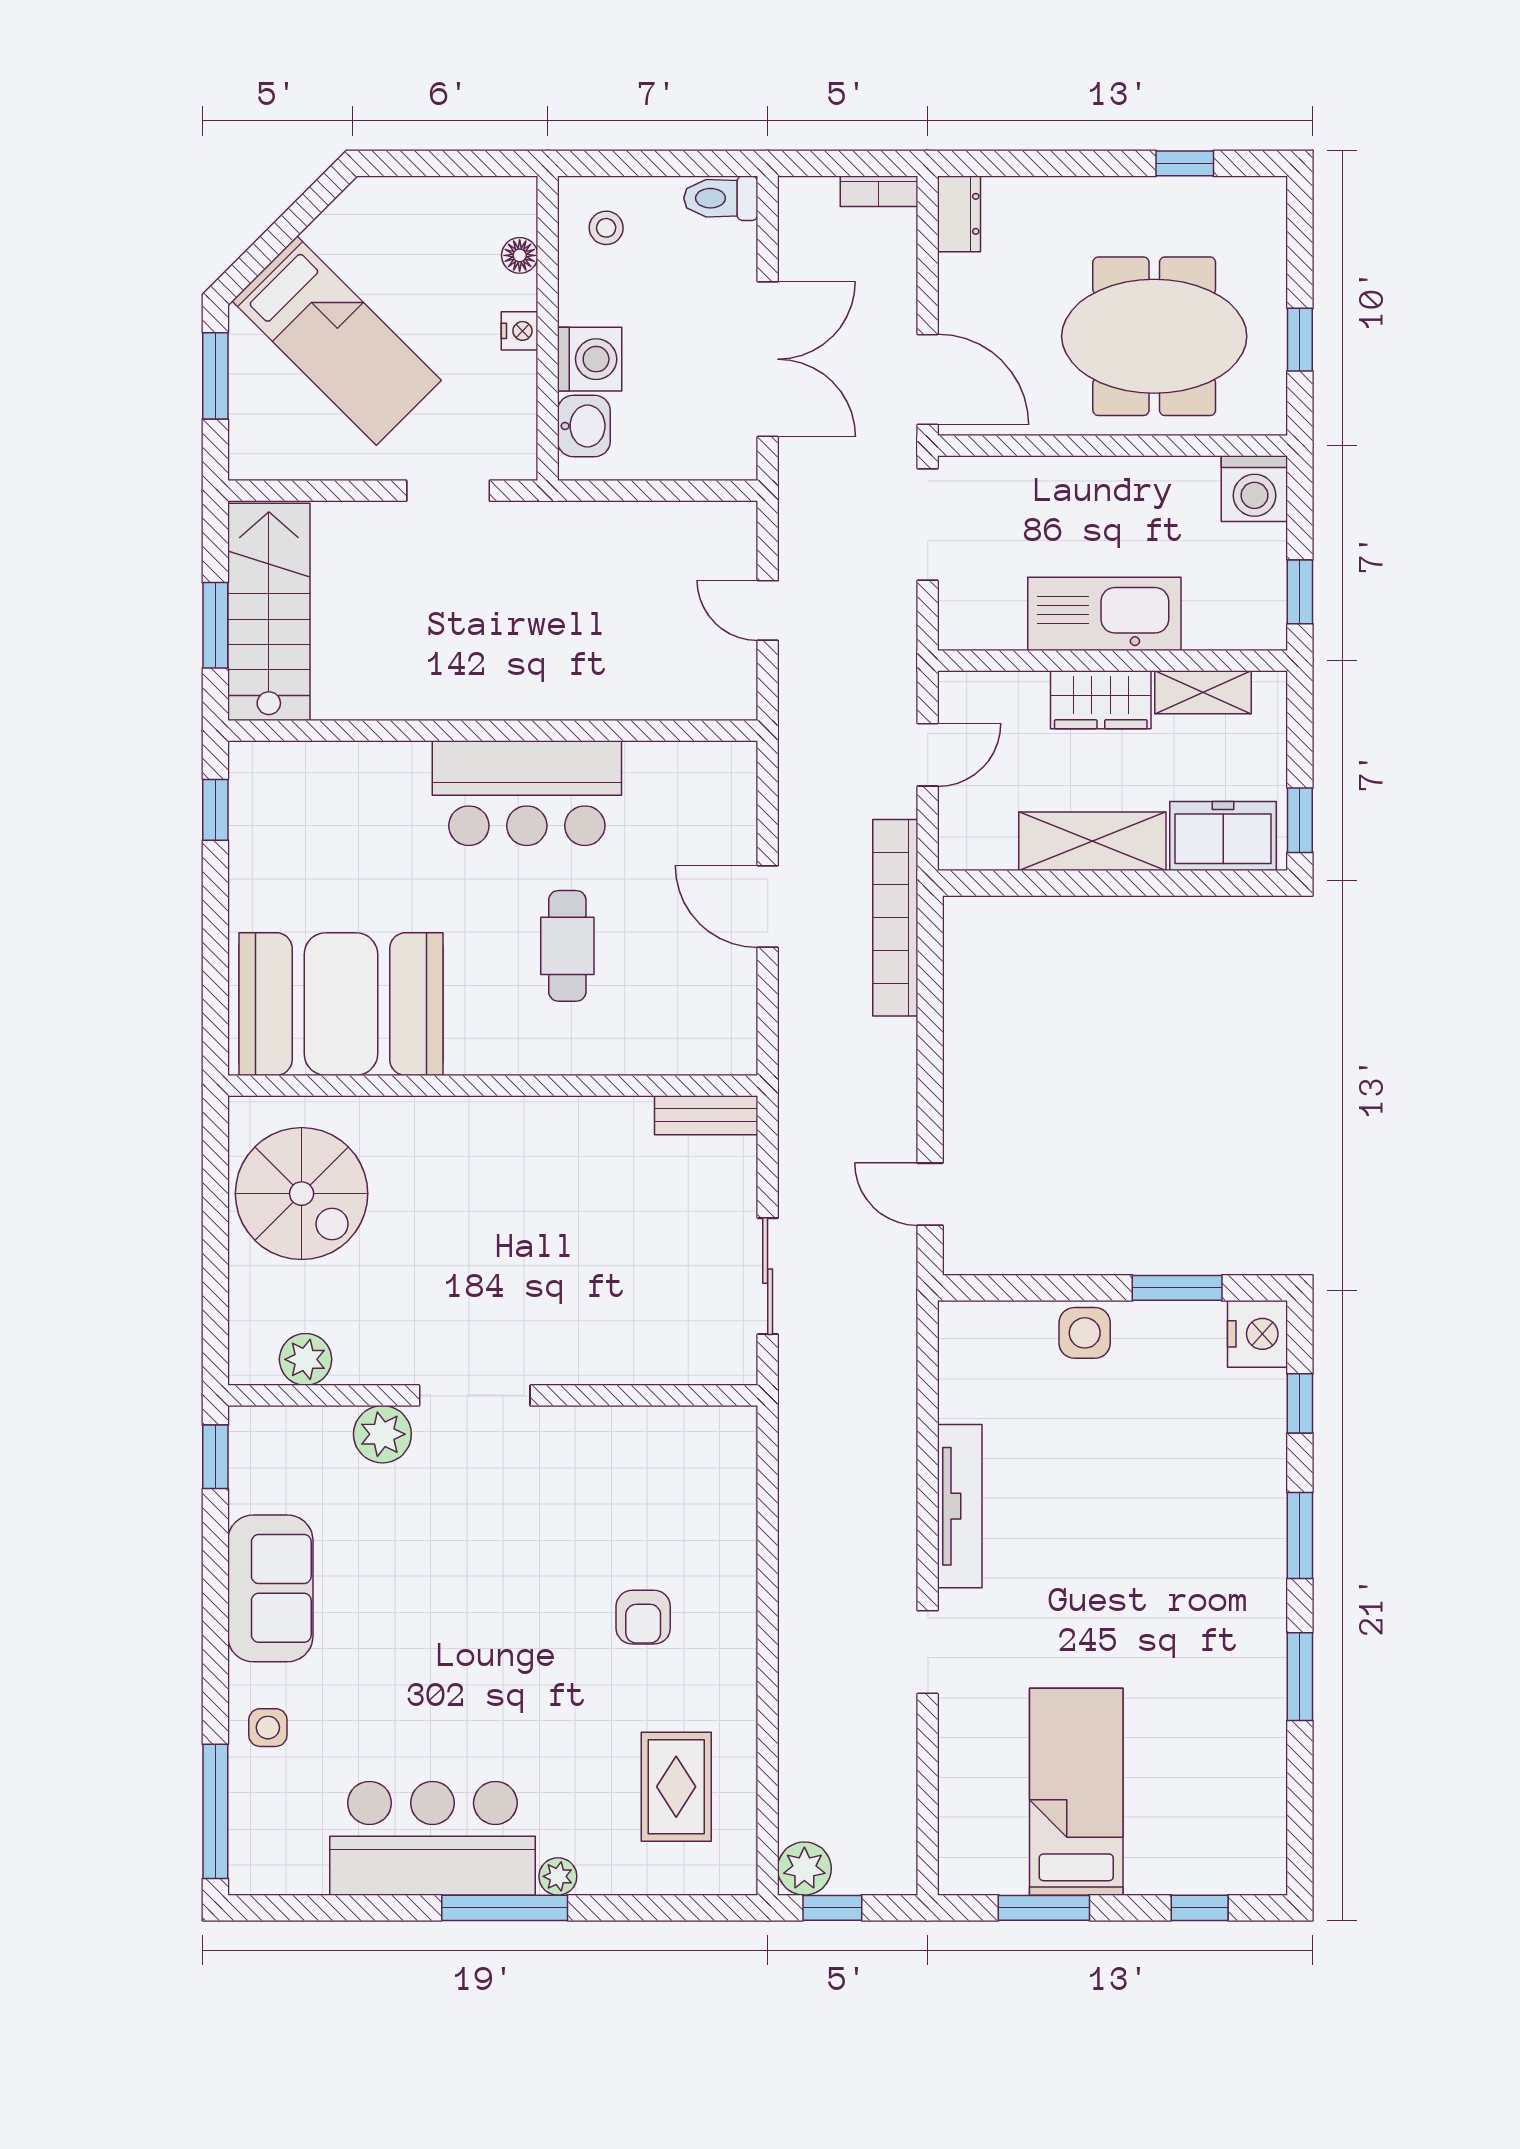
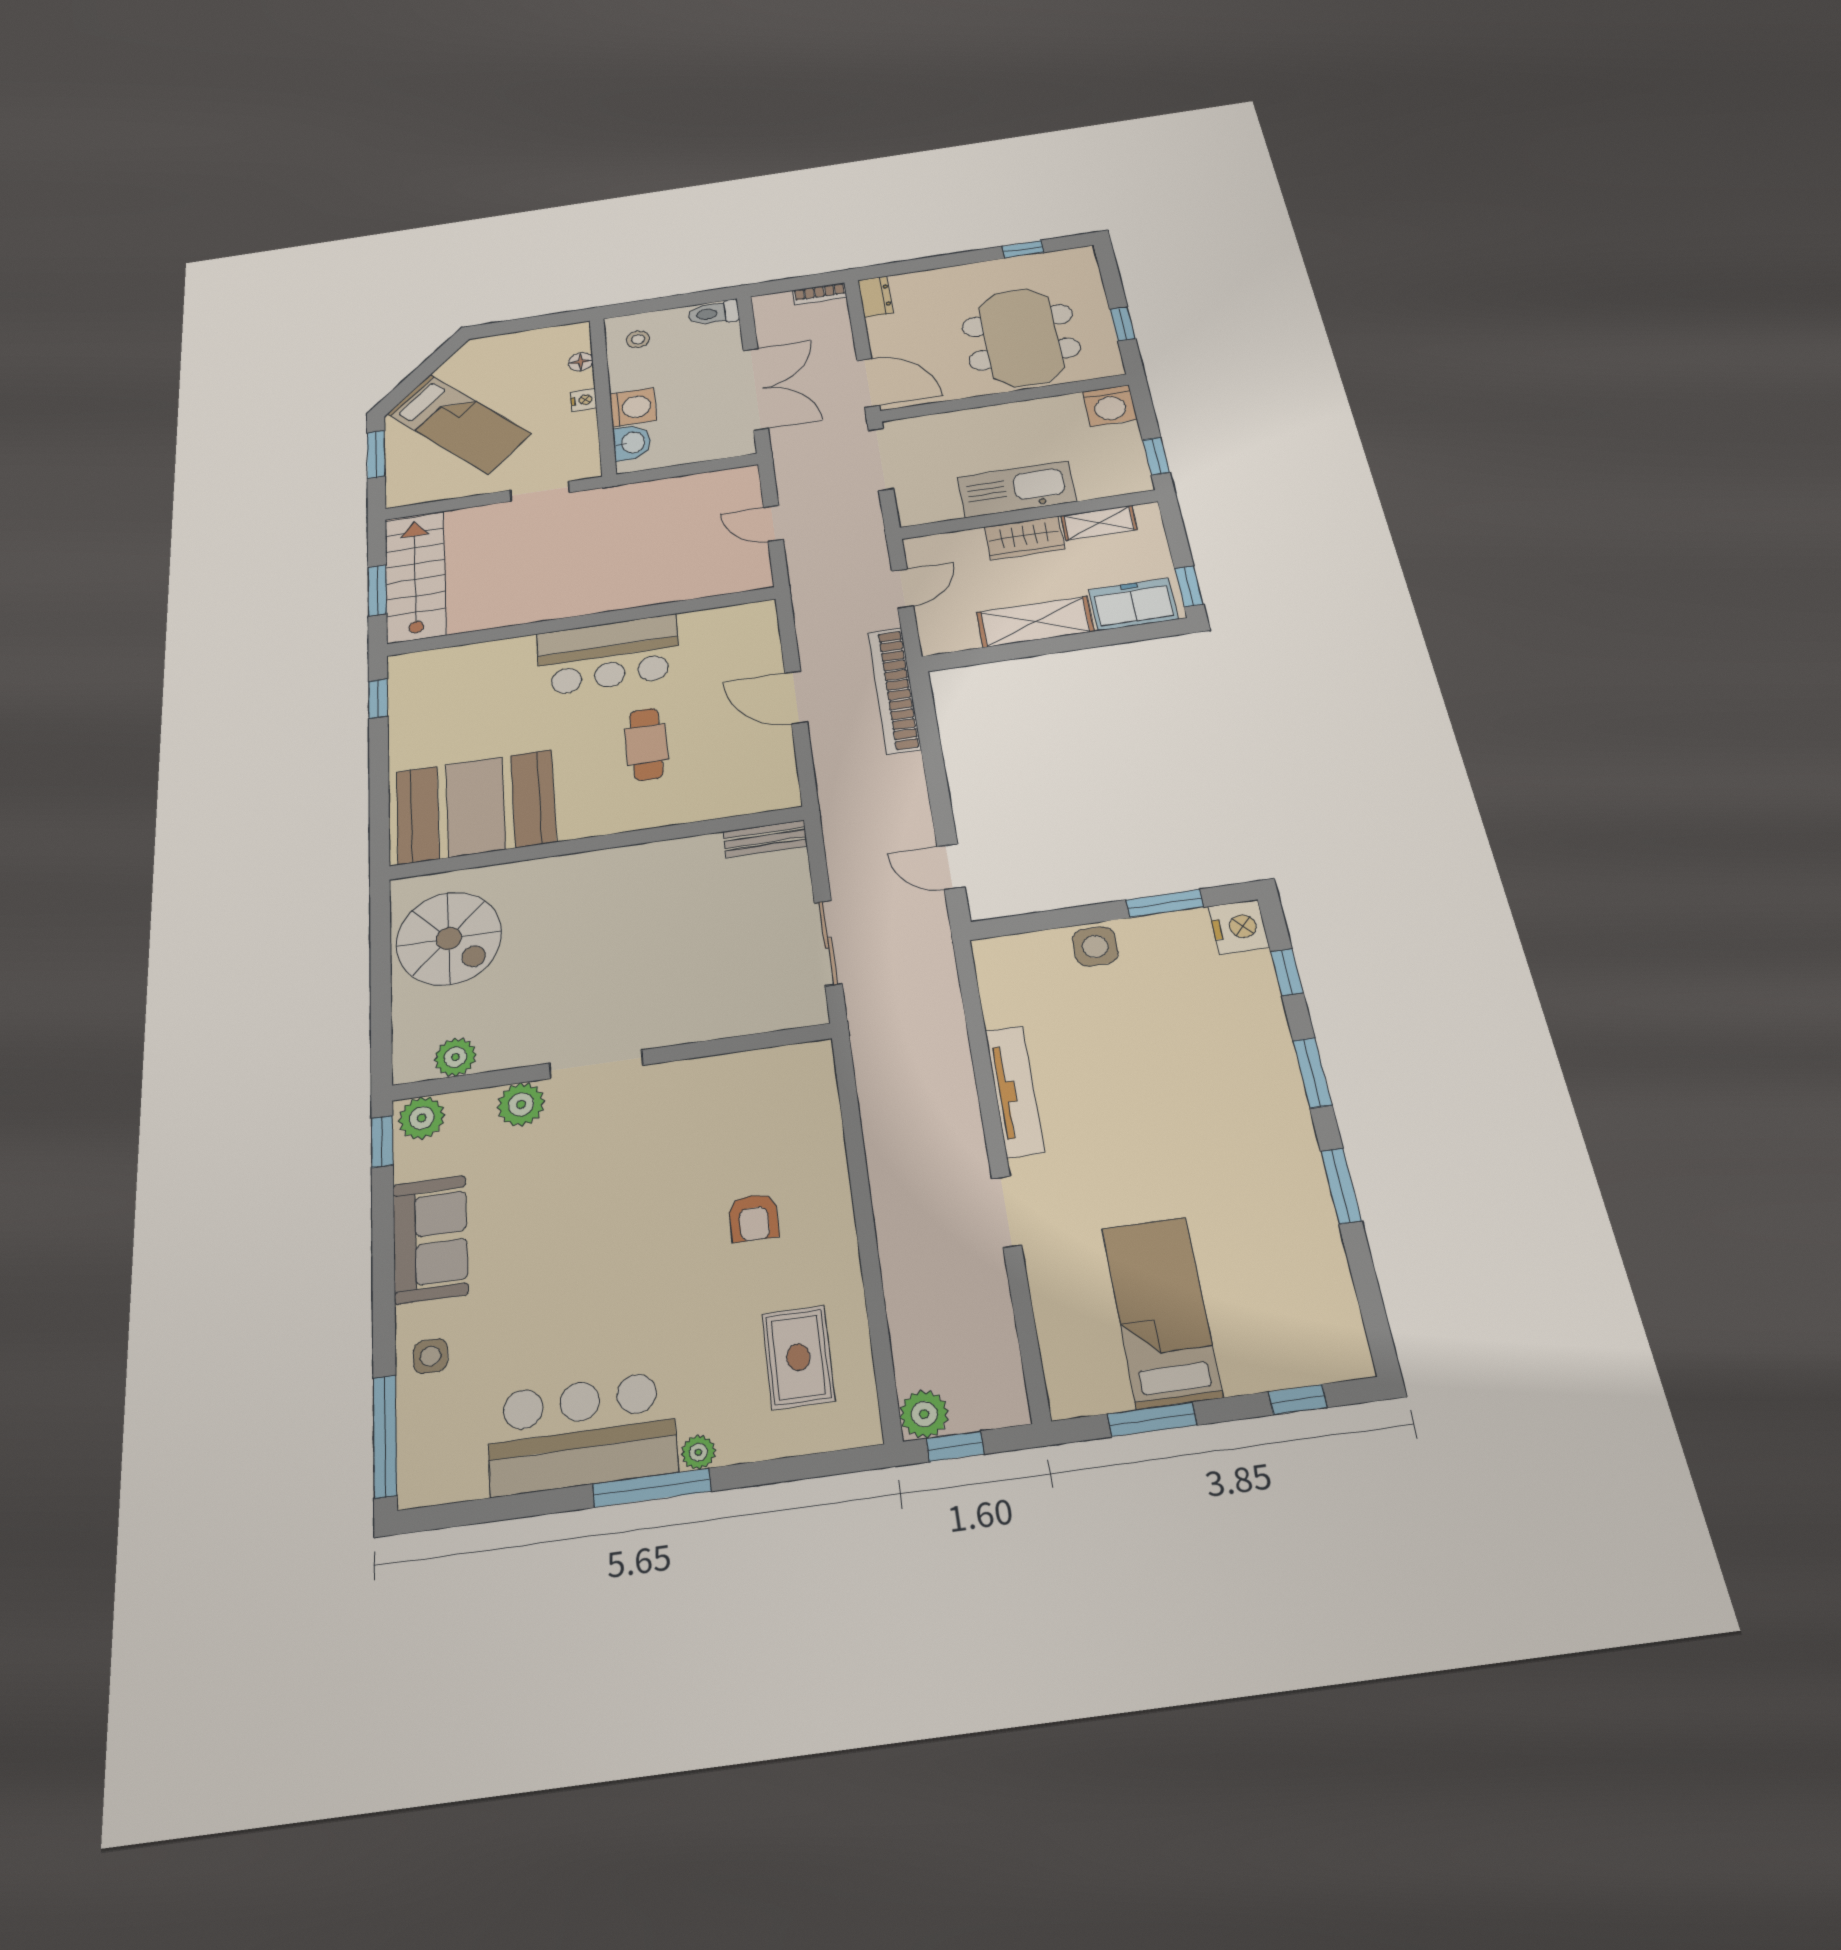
meeting table: (1154, 336) -> (1021, 337), turned 90
plant: (263, 1434) -> (422, 1118), added

